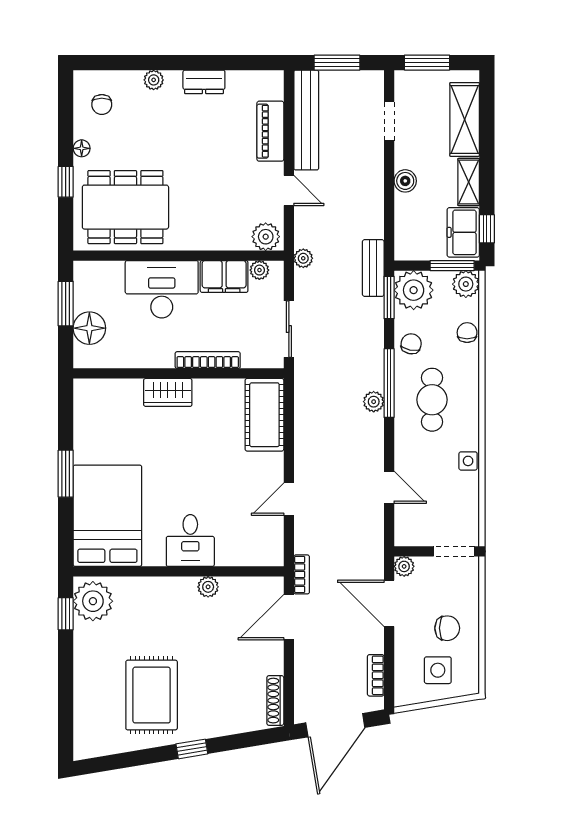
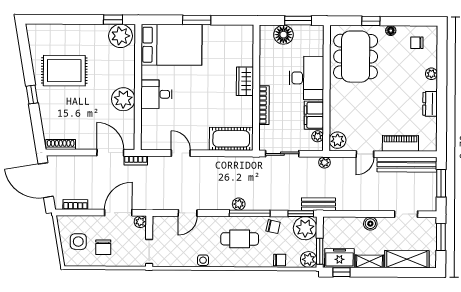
plant: (208, 587) -> (123, 99), width x1.88, depth x1.88

